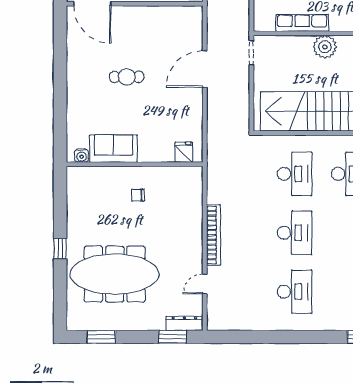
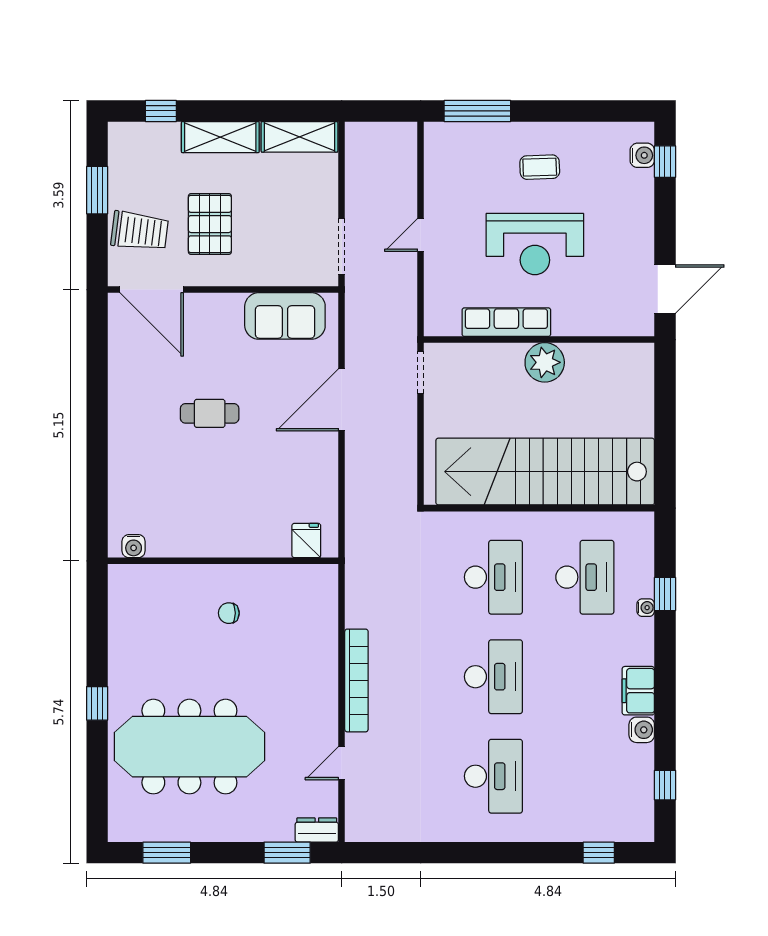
sofa: (113, 149) -> (285, 316), moved, turned 180
dresser: (184, 323) -> (317, 830), width x0.70

